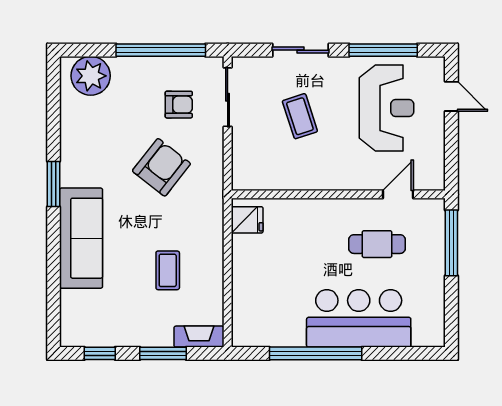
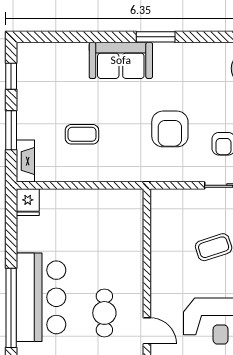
armchair: (161, 167) -> (170, 129), turned 52
fridge: (247, 220) -> (28, 202), moved
sofa: (81, 238) -> (121, 60), width x0.73
window: (316, 353) -> (11, 308), moved

